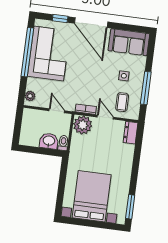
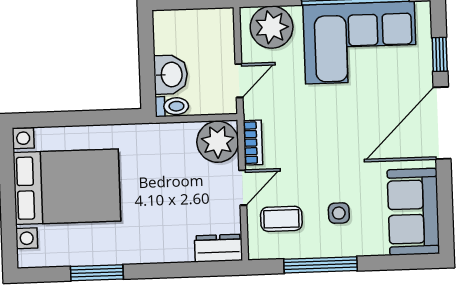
plant: (30, 96) -> (272, 27), width x1.87, depth x1.87
window: (130, 207) -> (97, 273), moved

